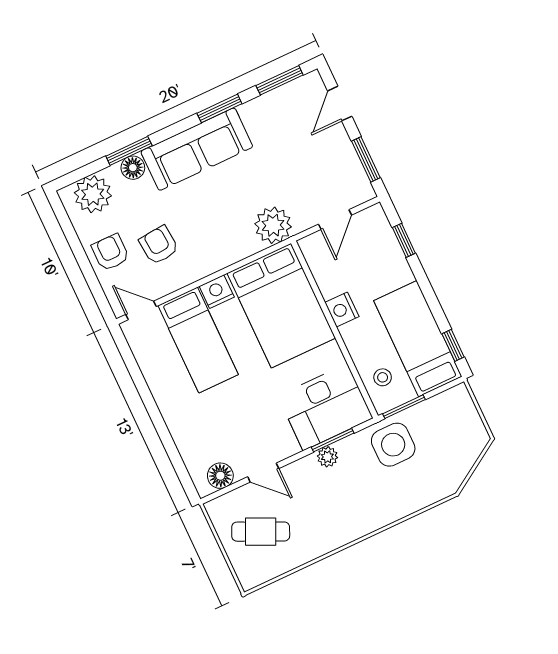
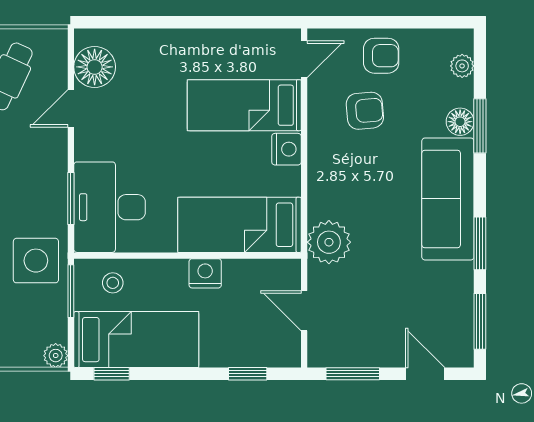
plant: (93, 194) -> (462, 66), width x0.53, depth x0.53
bed: (281, 306) -> (239, 225), width x0.67
plant: (327, 457) -> (56, 356), moved
floor lamp: (220, 476) -> (95, 67), width x1.38, depth x1.38

